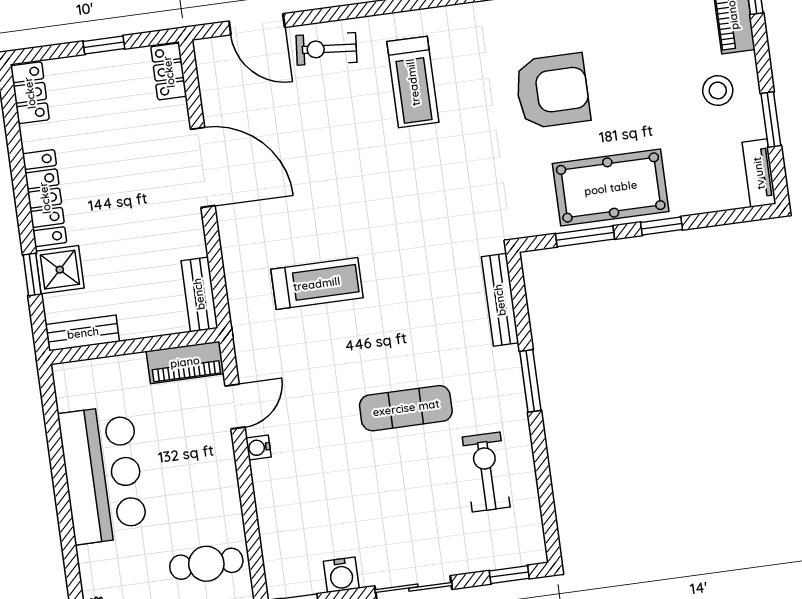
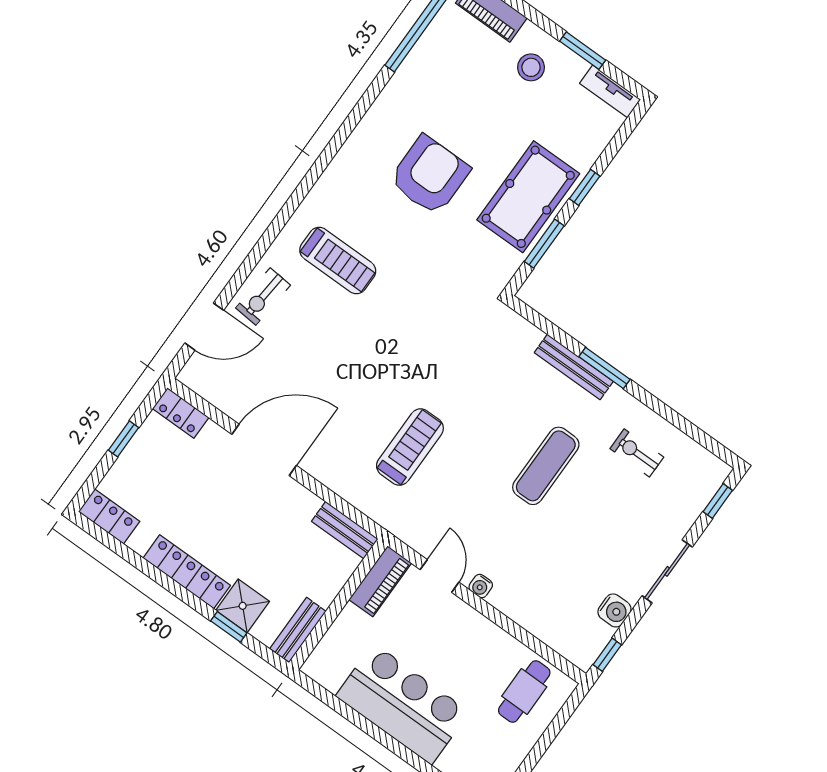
bench: (500, 300) -> (574, 367), moved
exercise bike: (486, 472) -> (637, 453), width x0.73, depth x0.72

